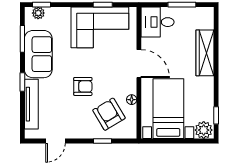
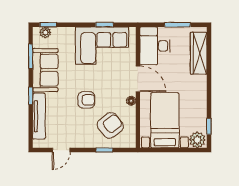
desk: (158, 22) -> (155, 46), width x1.37
wardrobe: (205, 53) -> (199, 53), moved
floor lamp: (132, 100) -> (131, 101), moved
armchair: (109, 114) -> (110, 125), turned 83

